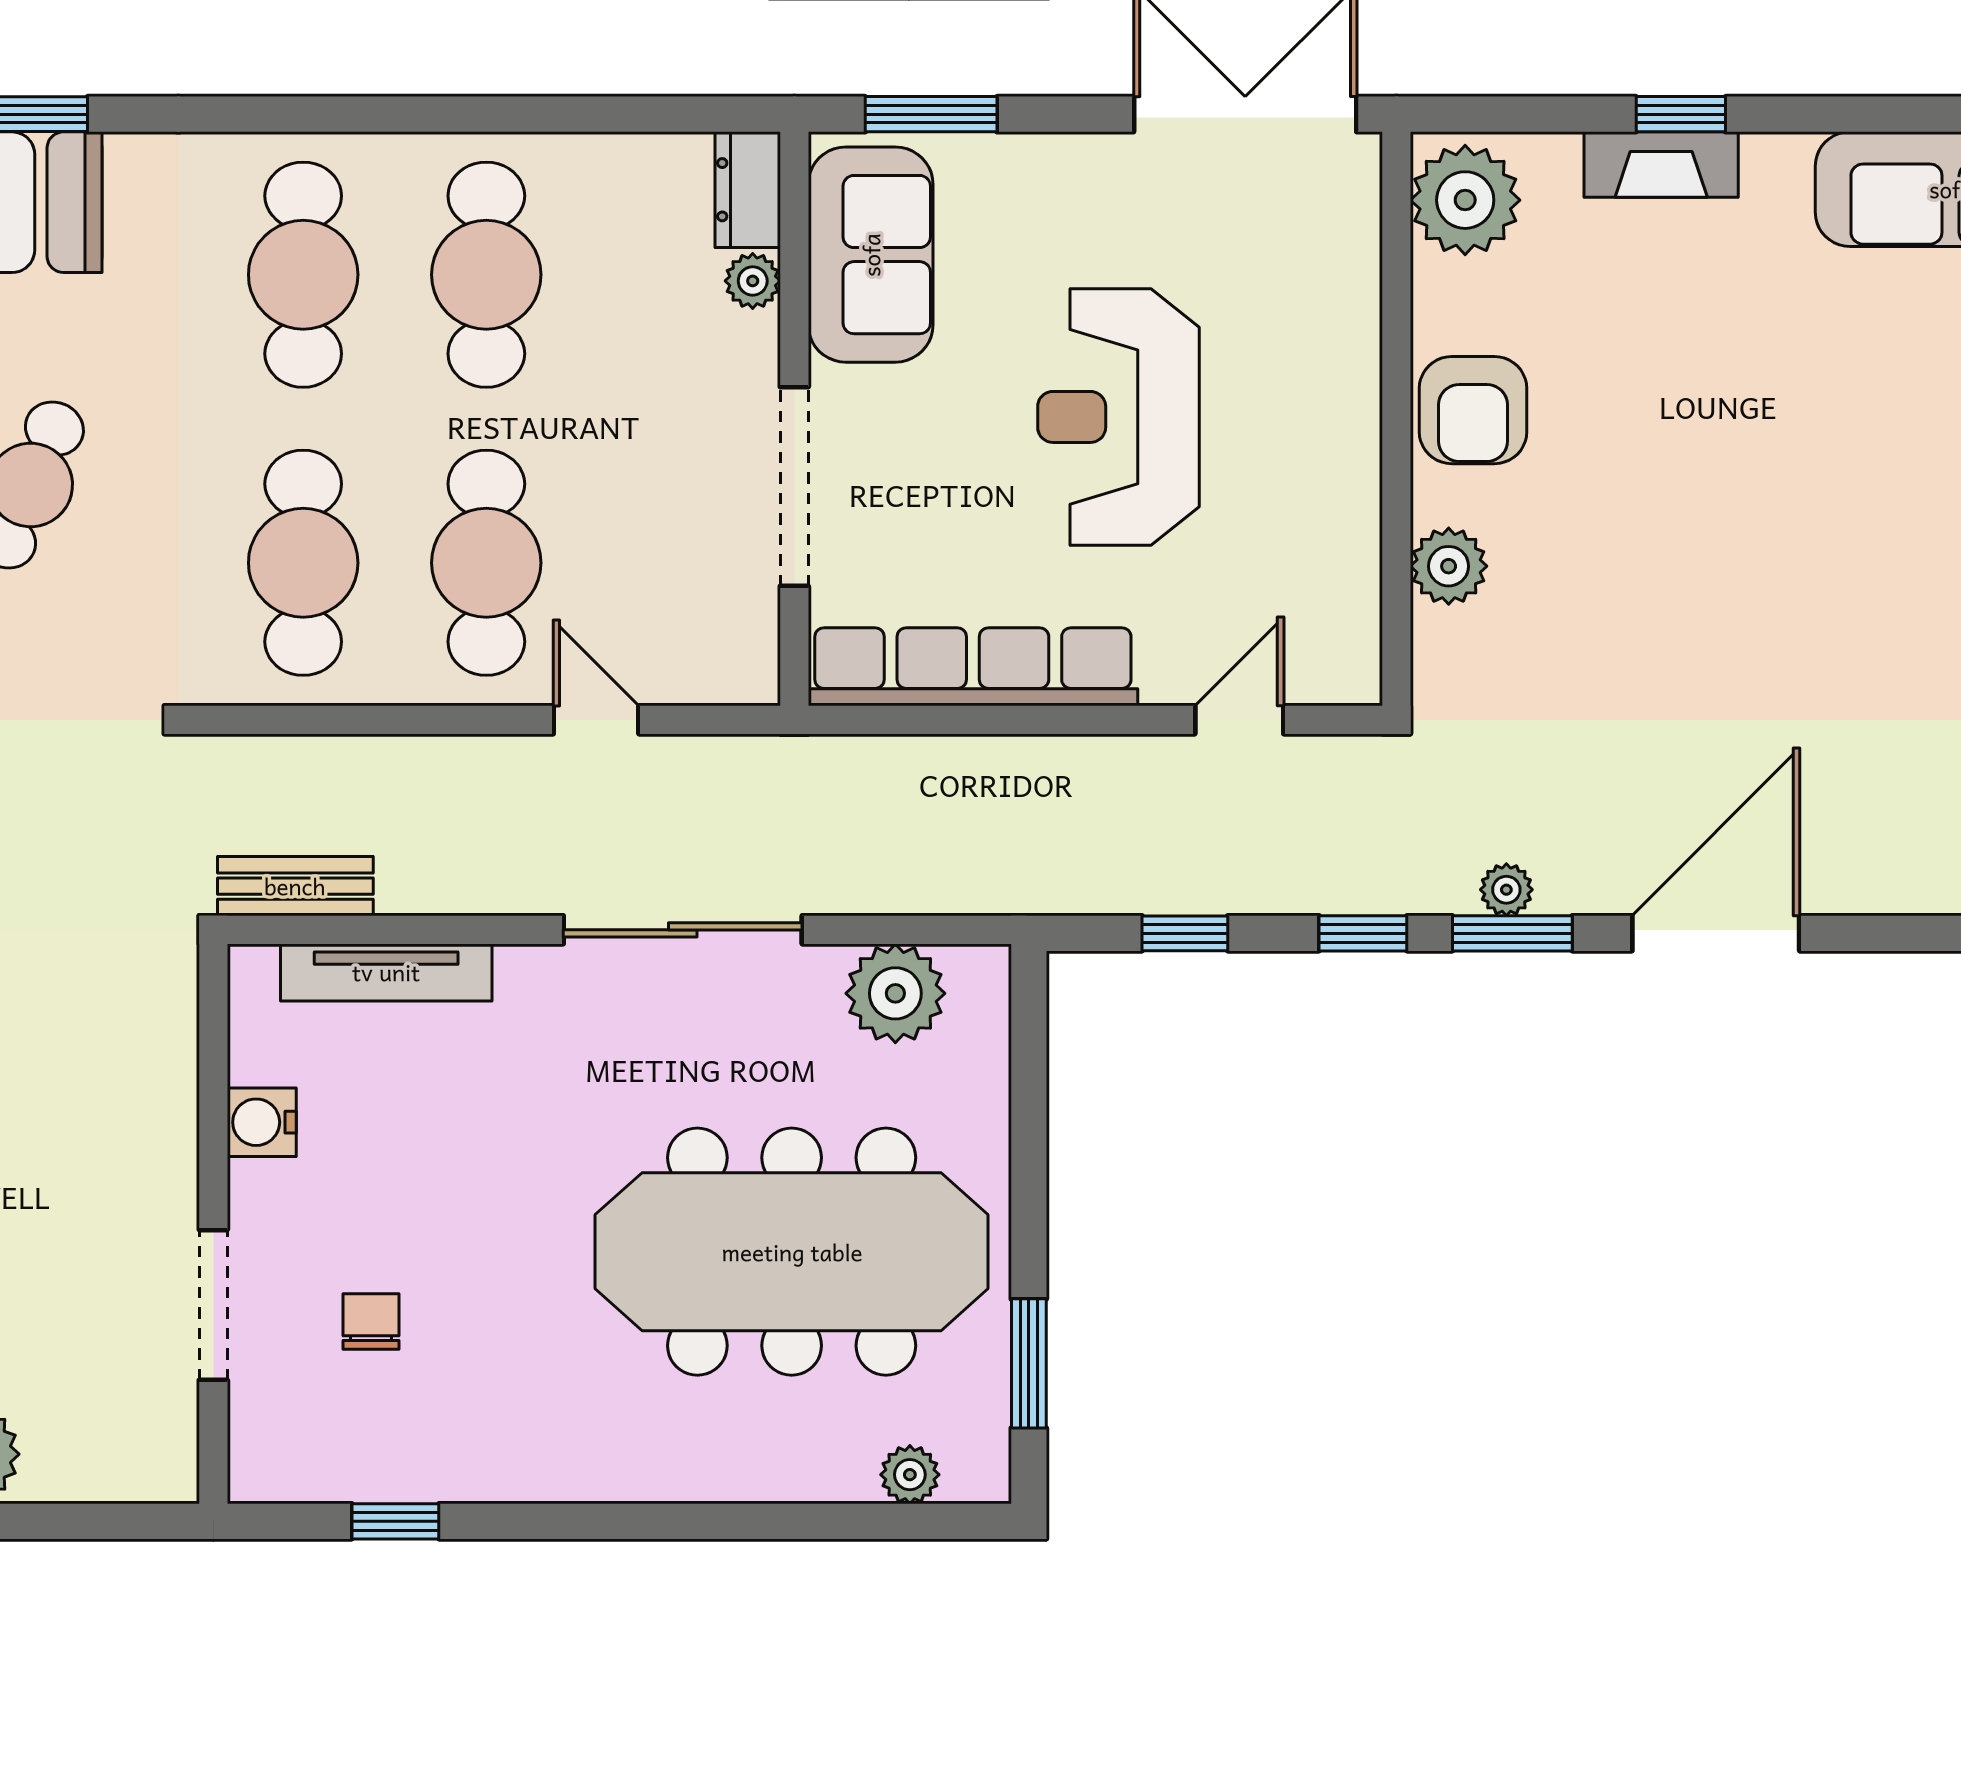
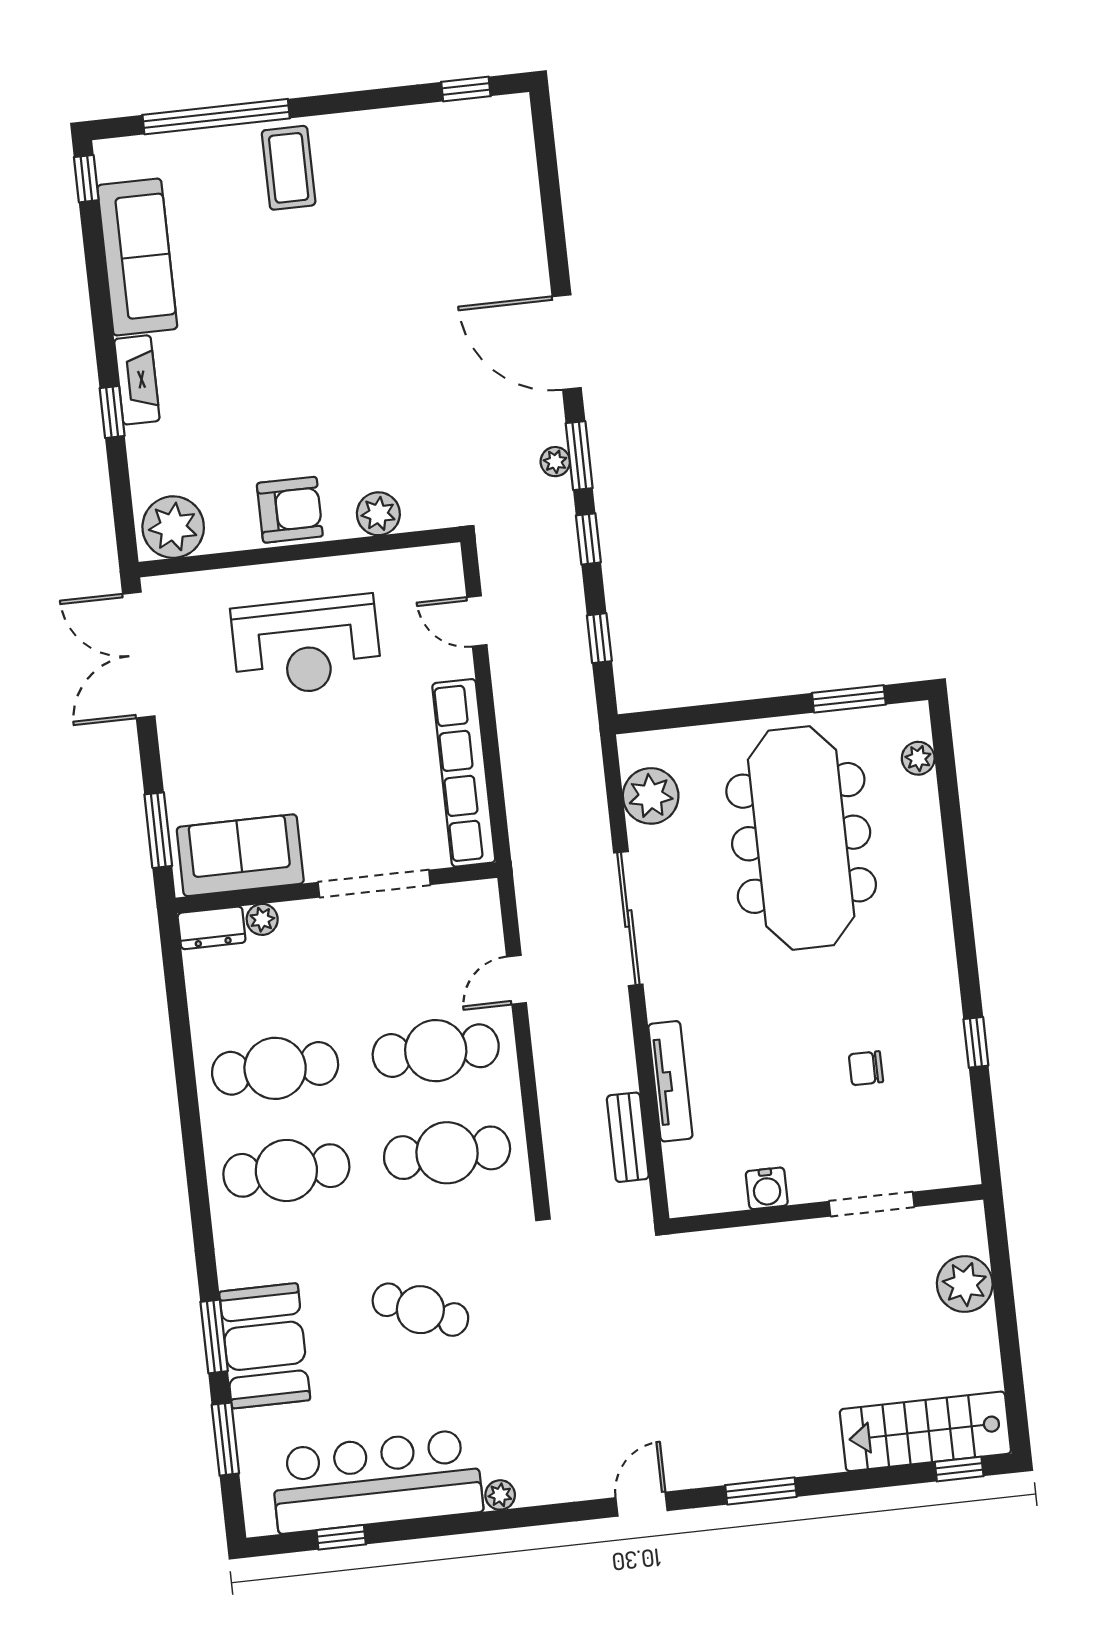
fireplace: (1661, 165) -> (137, 380), moved
reception desk: (1118, 417) -> (306, 646), moved
water cooler: (262, 1122) -> (767, 1188), moved
wall: (213, 1224) -> (826, 1209), moved
doorway: (213, 1305) -> (872, 1204), moved

